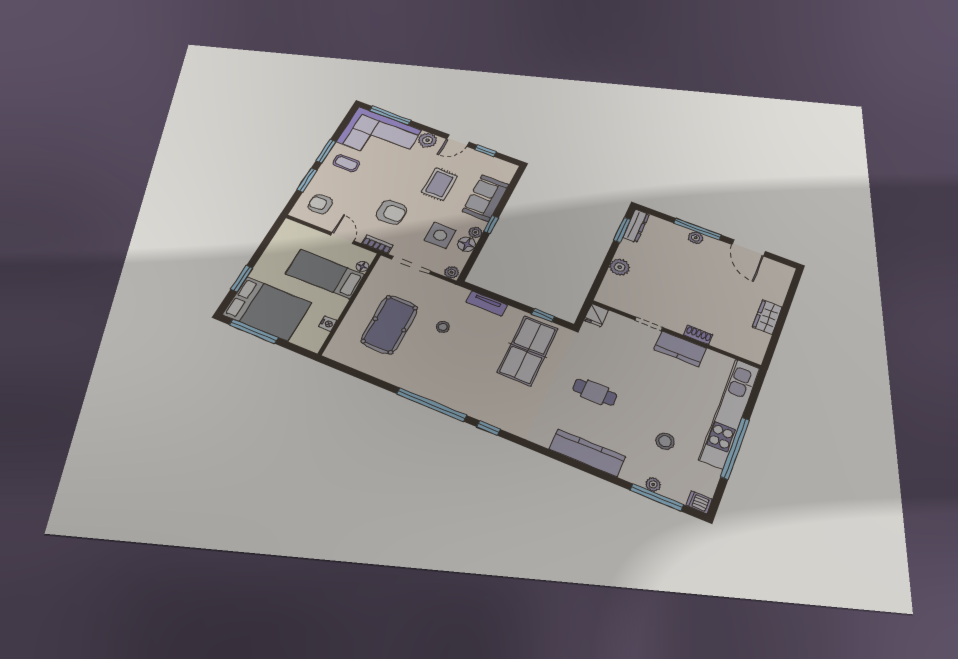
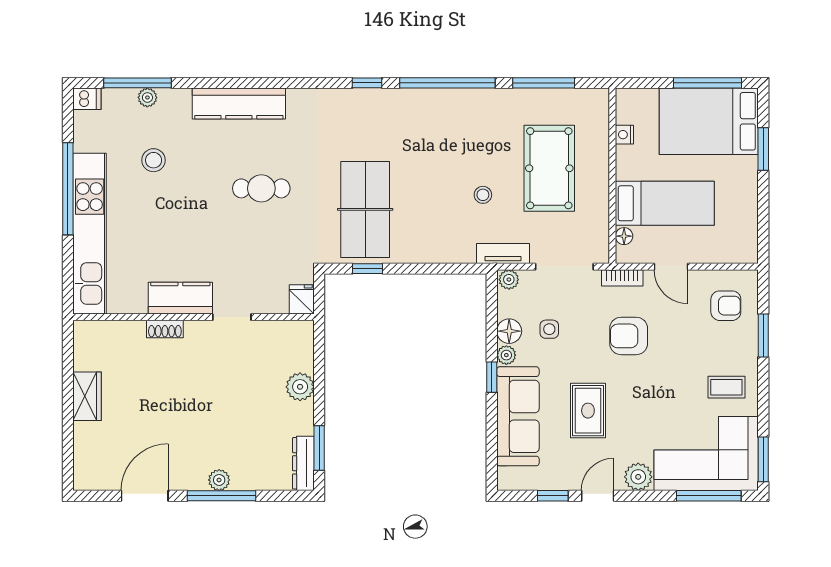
window: (326, 151) -> (763, 459), moved
sofa: (485, 198) -> (518, 416), width x1.36
side table: (440, 235) -> (549, 329), width x0.54, depth x0.54
door: (749, 248) -> (145, 496), hinge flipped
tv unit: (487, 304) -> (503, 254), moved
window: (364, 377) -> (544, 83), added

